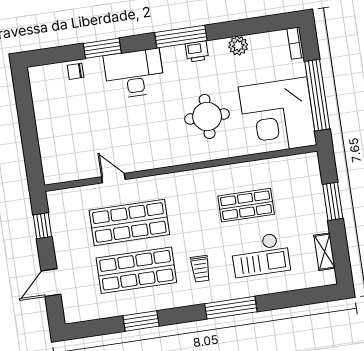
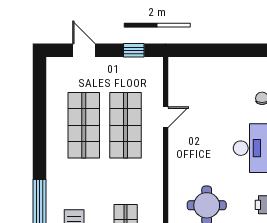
trolley: (200, 269) -> (77, 180), removed
window: (141, 321) -> (40, 123), removed

